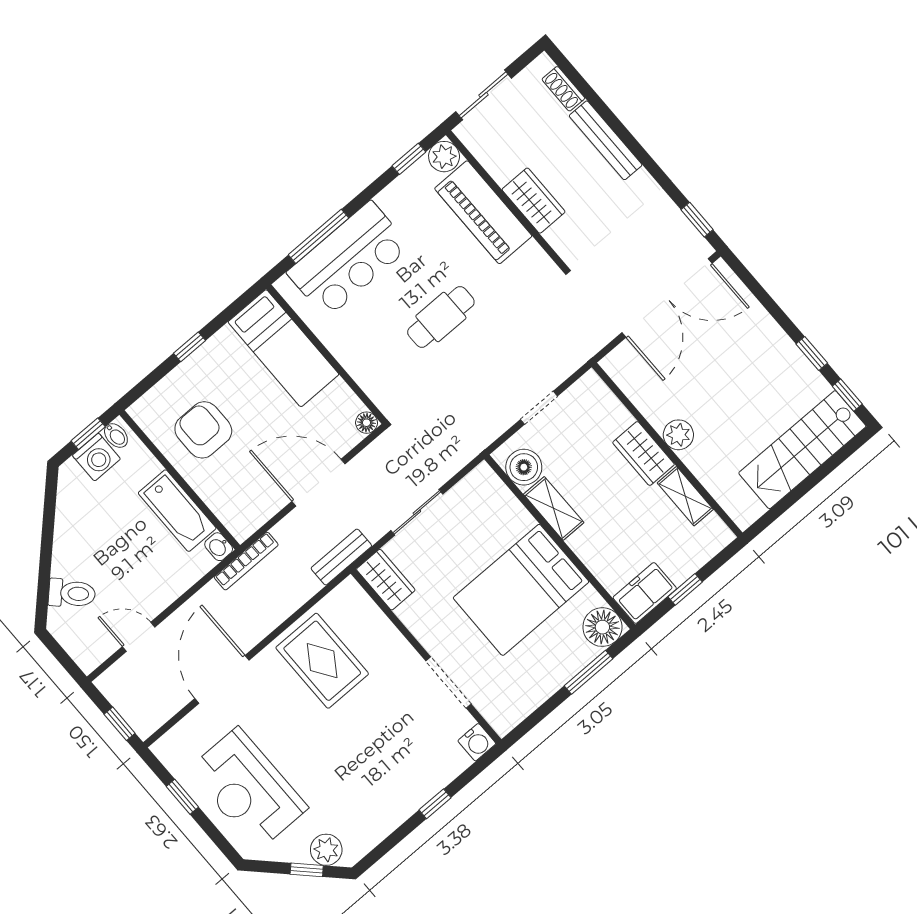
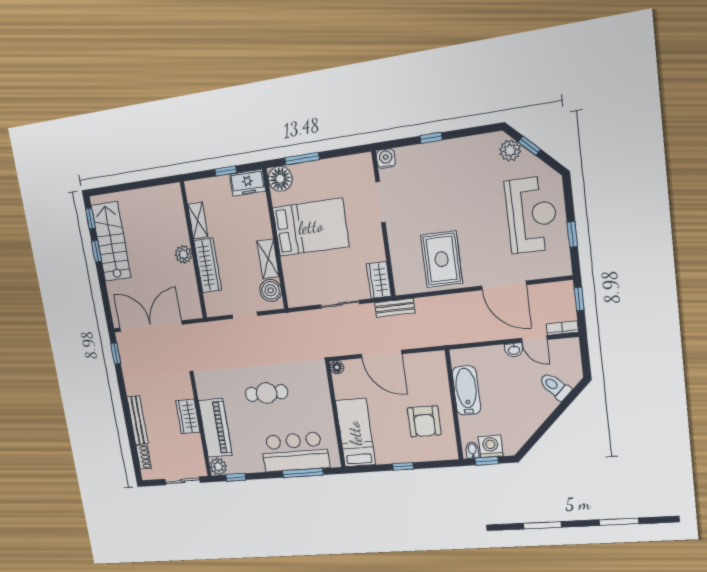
stairs: (802, 450) -> (111, 241), moved, turned -90
wardrobe: (644, 453) -> (208, 265), width x1.50
washbasin: (219, 547) -> (514, 350), moved, turned 90
bookcase: (246, 561) -> (562, 328), moved, width x0.64
door: (222, 679) -> (504, 285), hinge flipped

